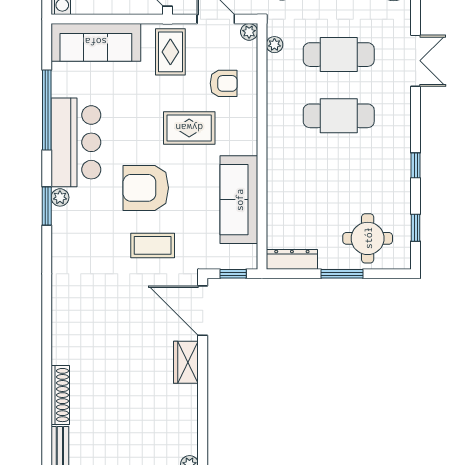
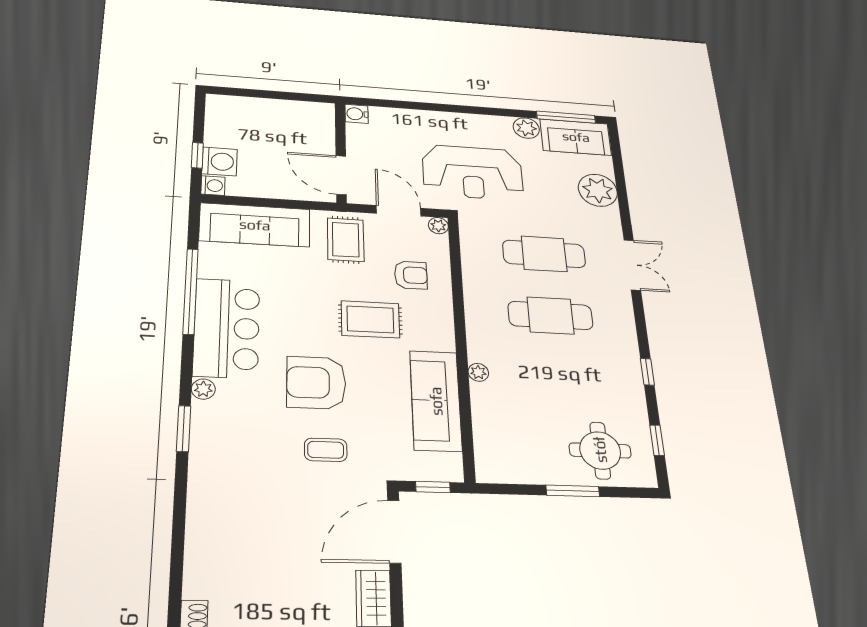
plant: (274, 45) -> (478, 372), moved
window: (47, 206) -> (184, 429), moved
coffee table: (153, 245) -> (326, 450), width x0.73, depth x0.77
dresser: (292, 259) -> (508, 472), removed
door: (203, 311) -> (394, 532), hinge flipped

